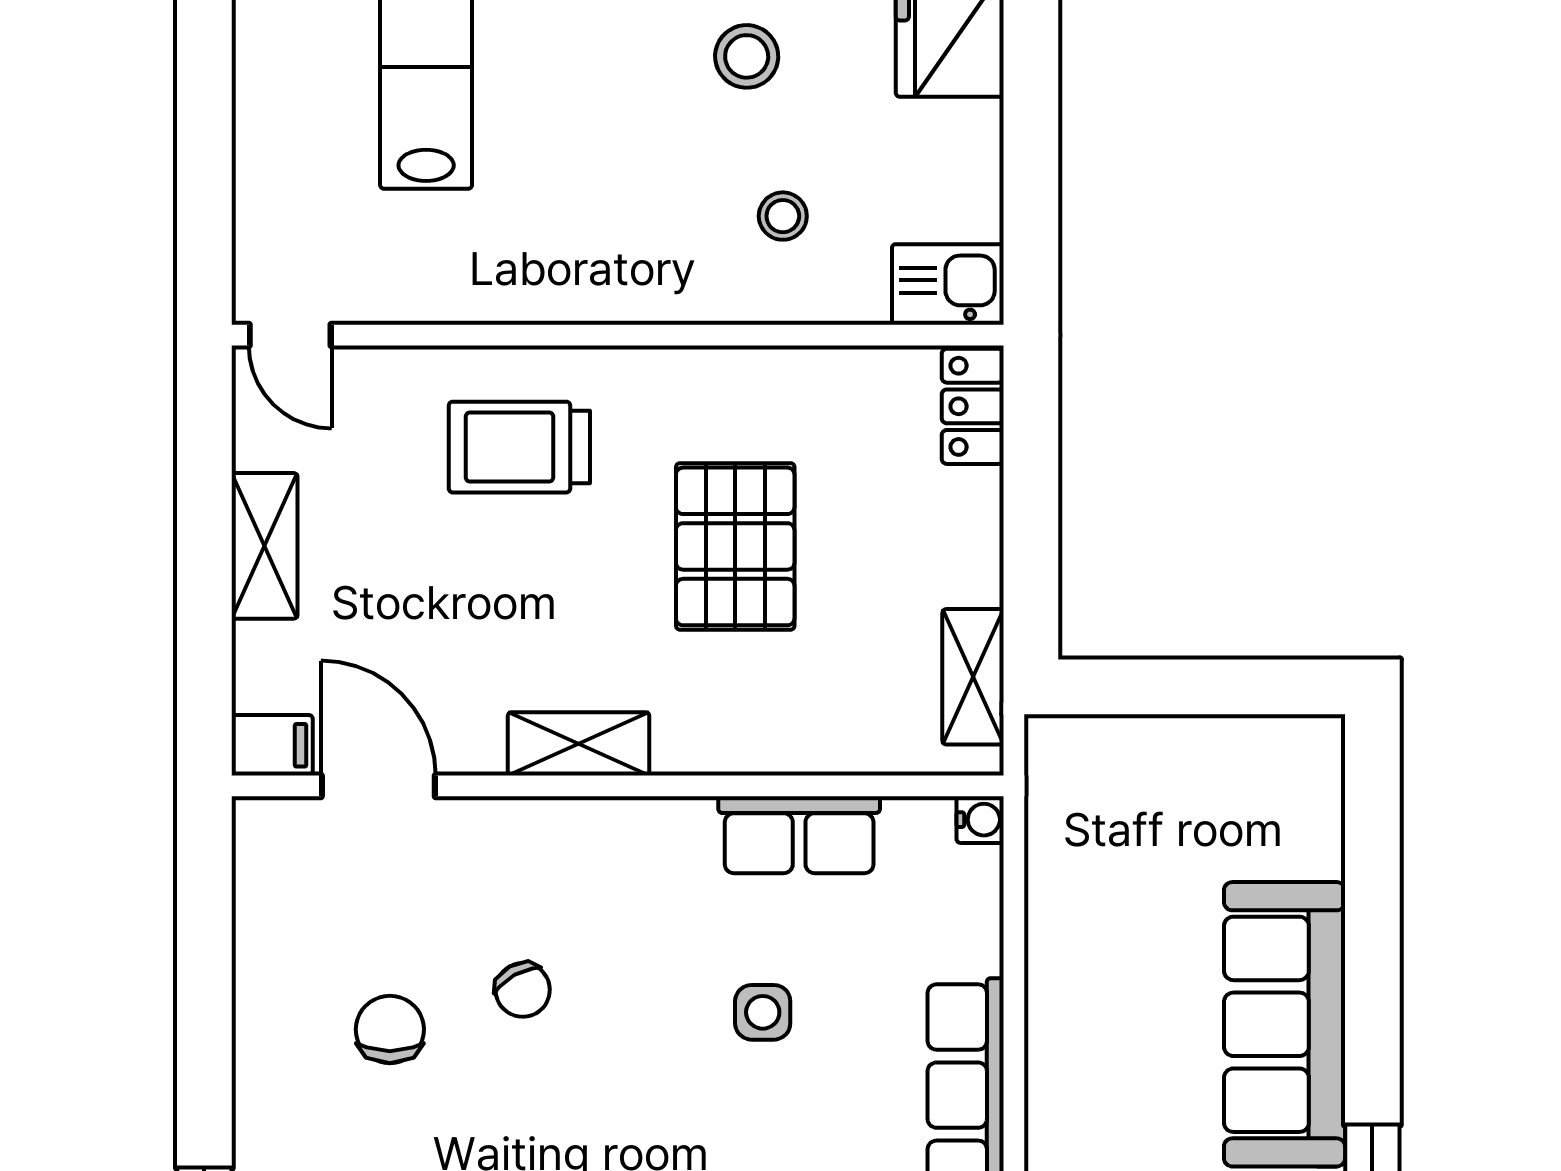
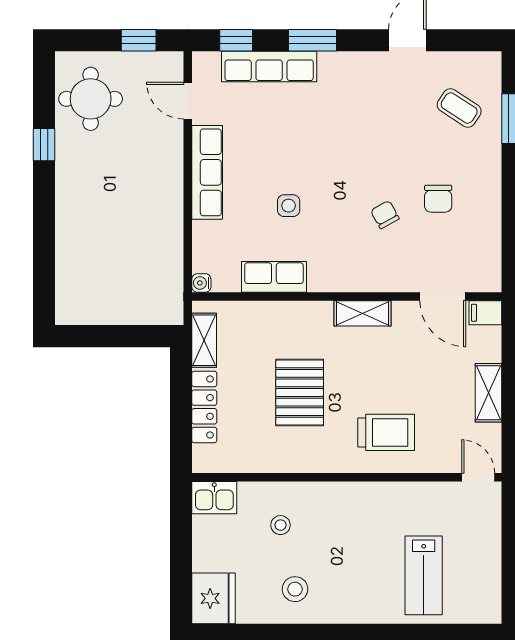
locker: (973, 406) -> (204, 407), moved, width x1.53
sofa: (1285, 1024) -> (79, 201), removed

